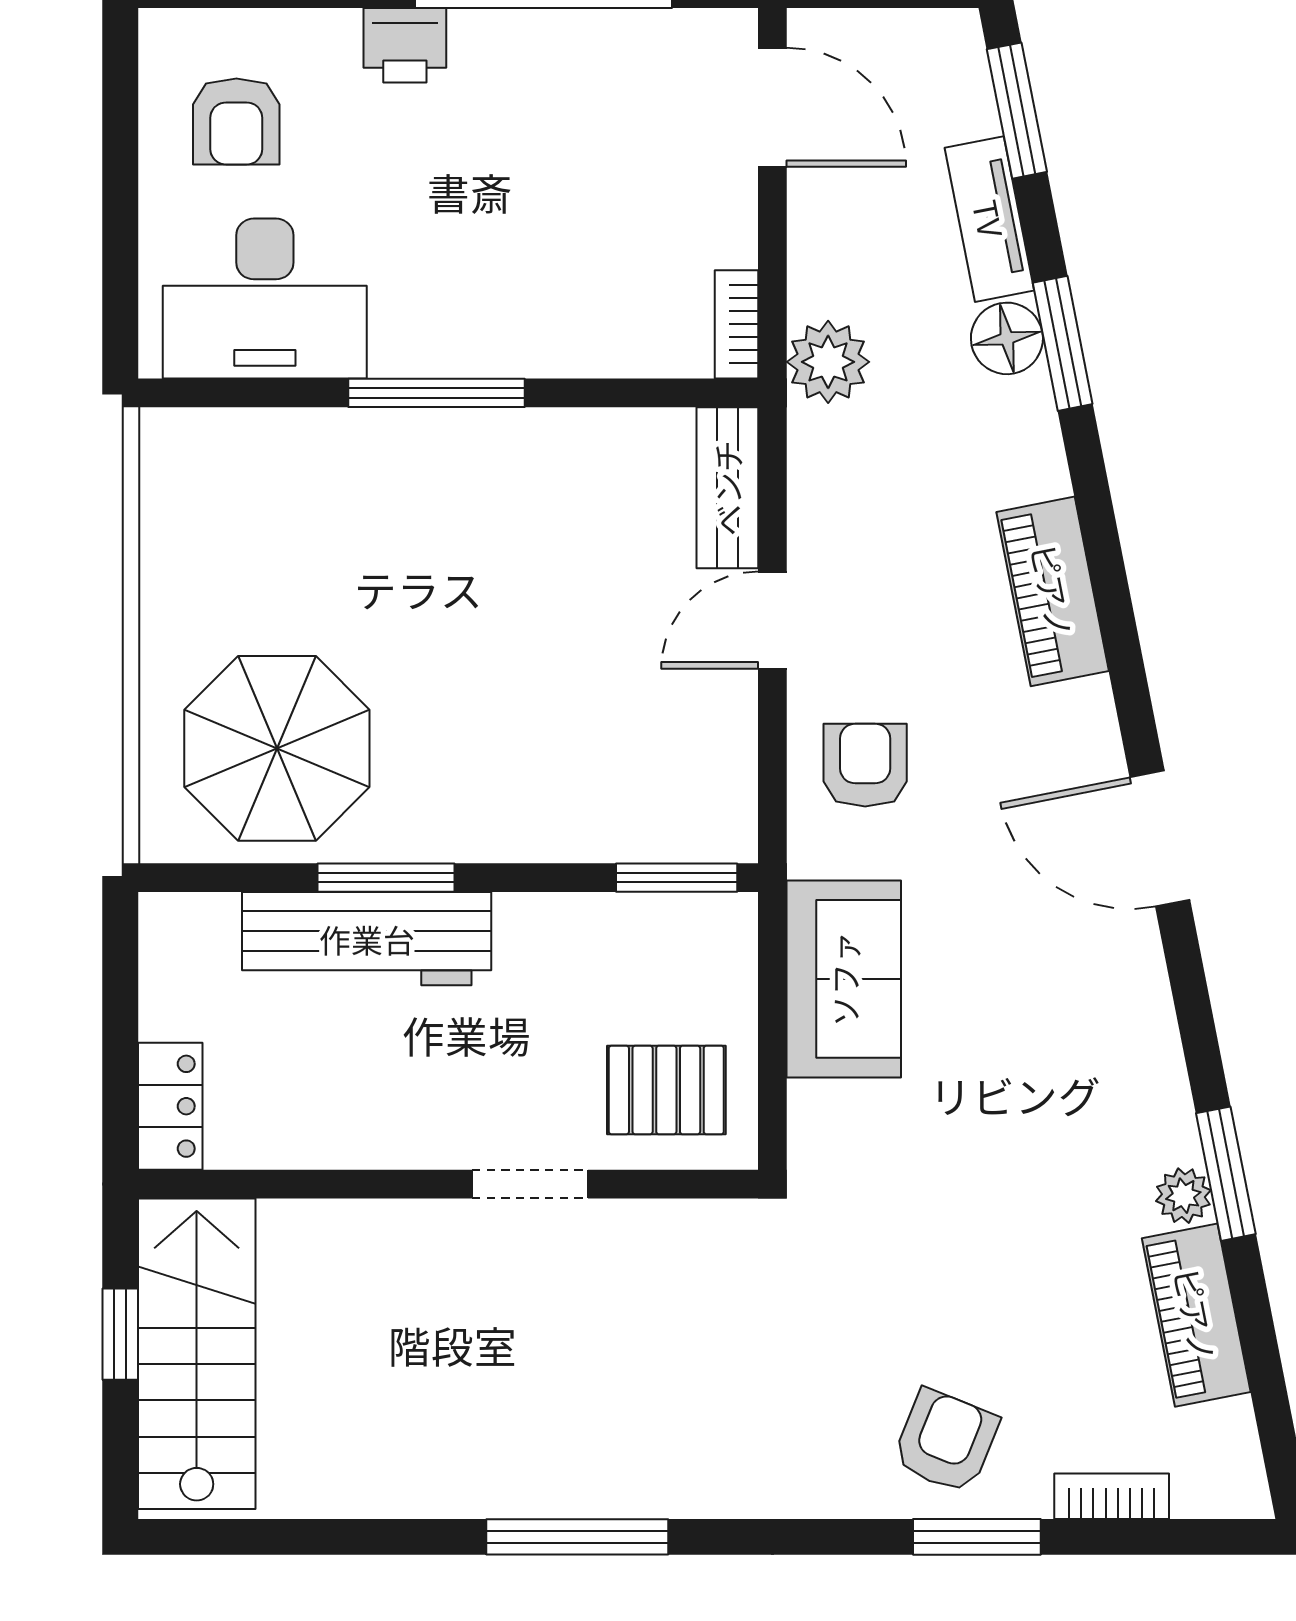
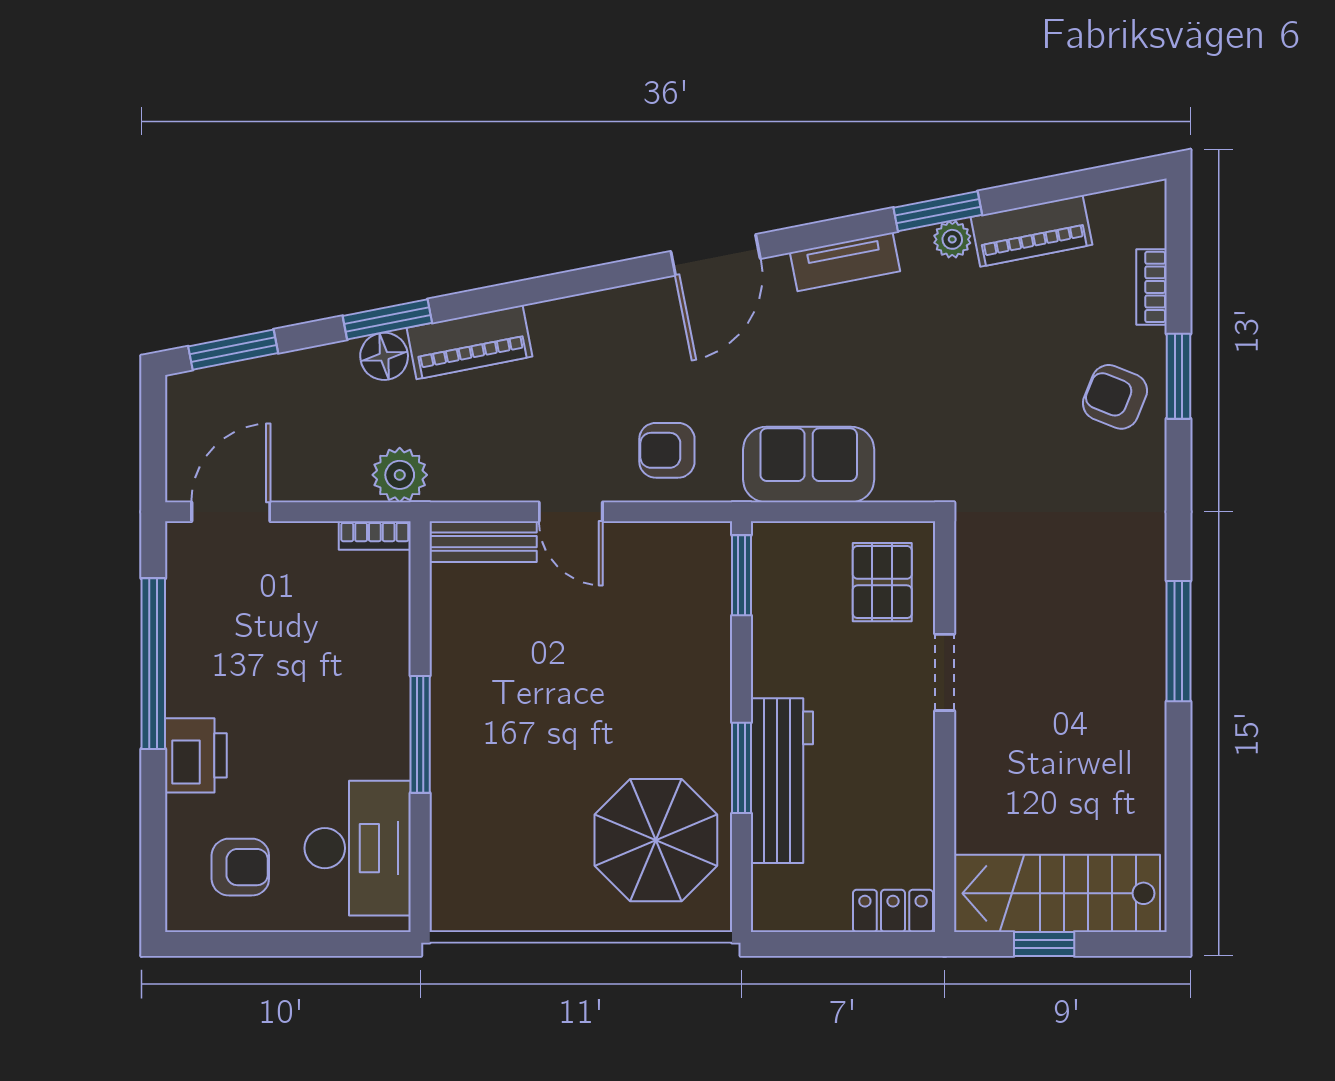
printer: (405, 45) -> (196, 755), width x1.36, depth x1.24
tv unit: (989, 219) -> (845, 262), moved
piano: (1053, 591) -> (470, 342), moved

